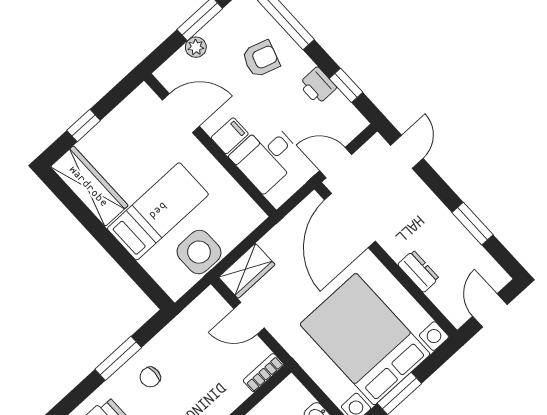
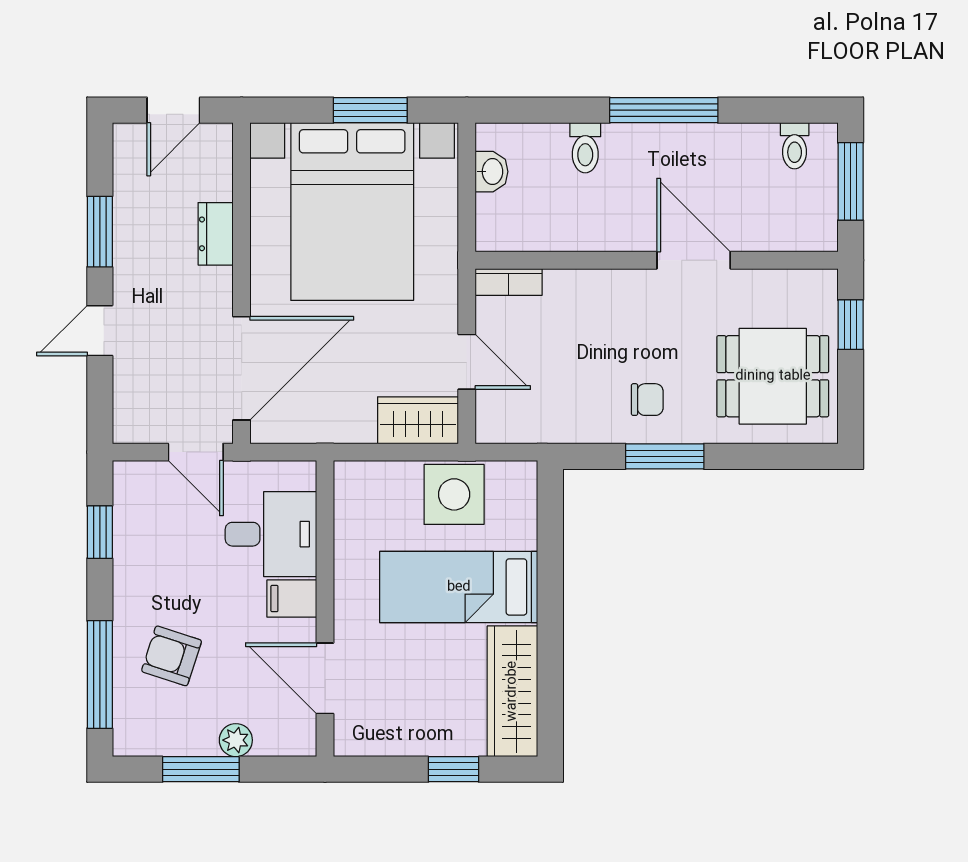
printer: (318, 86) -> (134, 562), removed
door: (407, 152) -> (100, 331), moved

